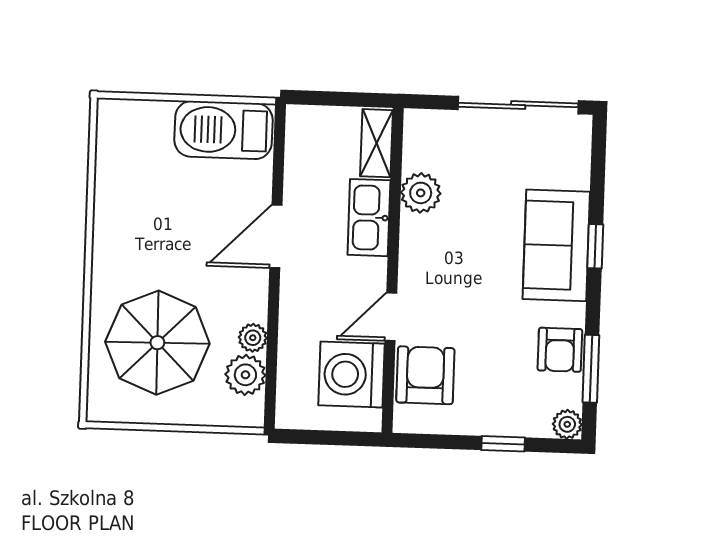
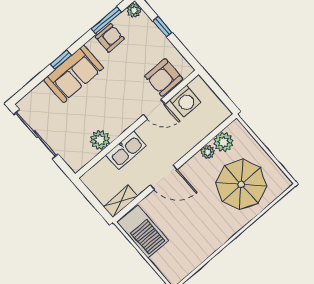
shelving: (376, 143) -> (121, 201), moved
washing machine: (352, 374) -> (185, 101), width x0.73, depth x0.73

